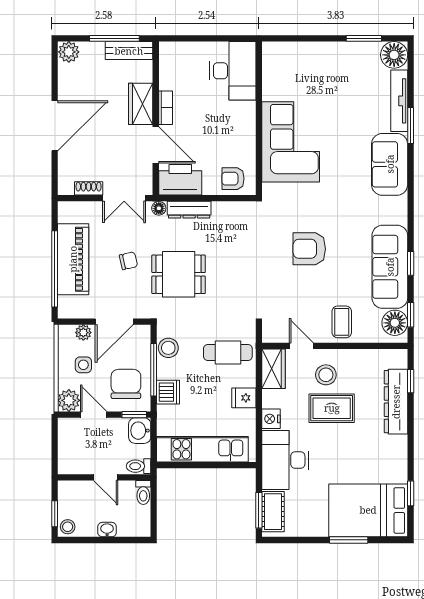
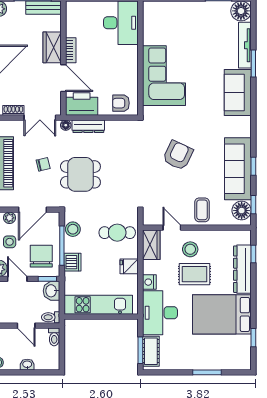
armchair: (309, 249) -> (178, 155), turned 115
bed: (368, 510) -> (222, 314), moved

